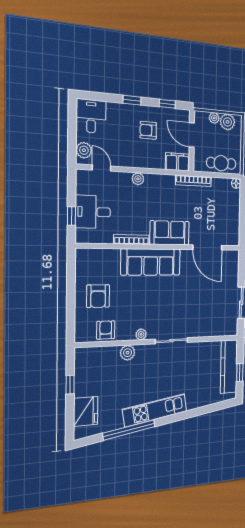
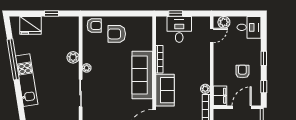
plant: (138, 179) -> (205, 89), moved
armchair: (106, 330) -> (94, 26), moved

